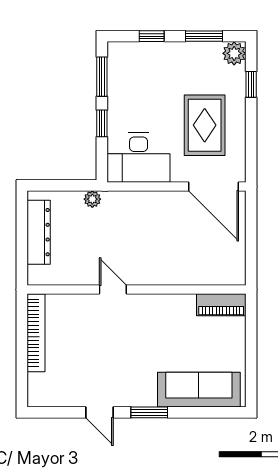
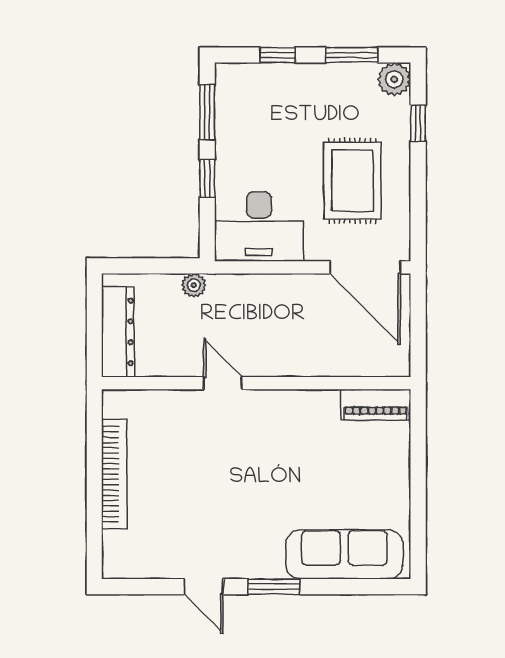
door: (113, 289) -> (223, 383), moved
wall: (137, 289) -> (256, 383), moved
piano: (221, 305) -> (376, 405), moved

